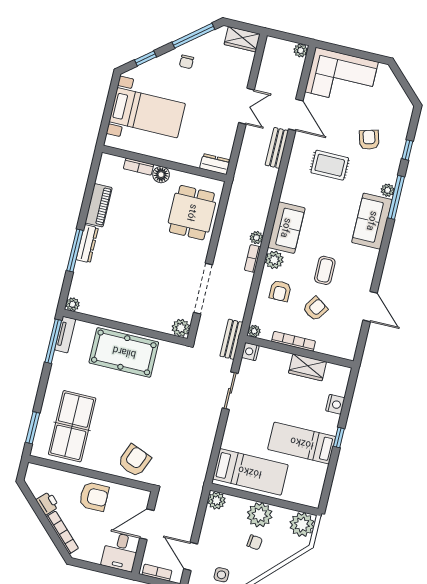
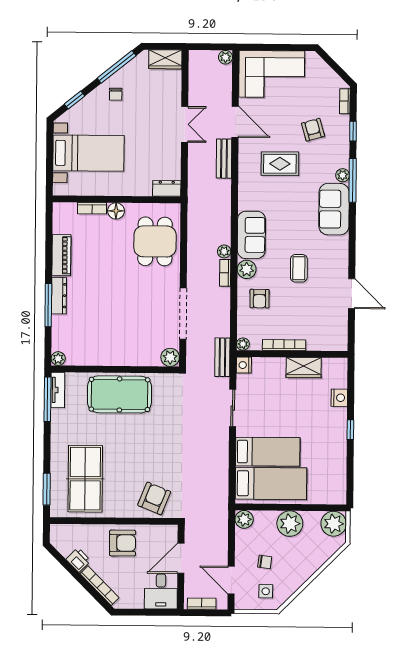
bookcase: (406, 119) -> (345, 101), added
armchair: (315, 309) -> (298, 308), removed
bed: (302, 443) -> (268, 452), moved, turned 180
chair: (255, 542) -> (265, 562), moved

